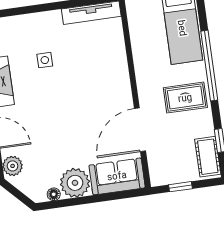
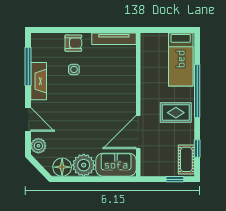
armchair: (39, 26) -> (73, 43), added
window: (180, 187) -> (175, 179), moved
floor lamp: (54, 194) -> (62, 167), width x1.89, depth x1.89

